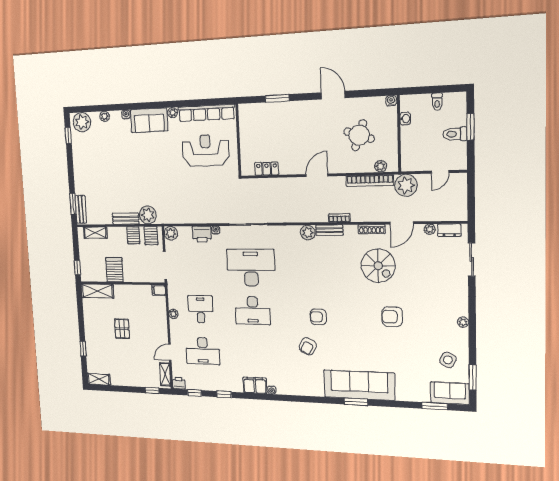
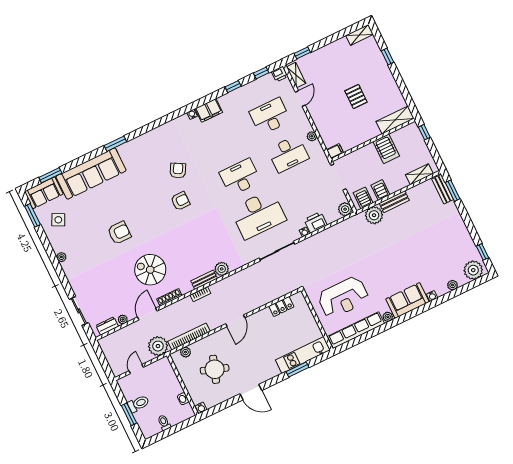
kitchen unit: (266, 111) -> (303, 355), added
desk: (201, 309) -> (288, 154), width x1.37
sofa: (359, 385) -> (91, 174), moved

